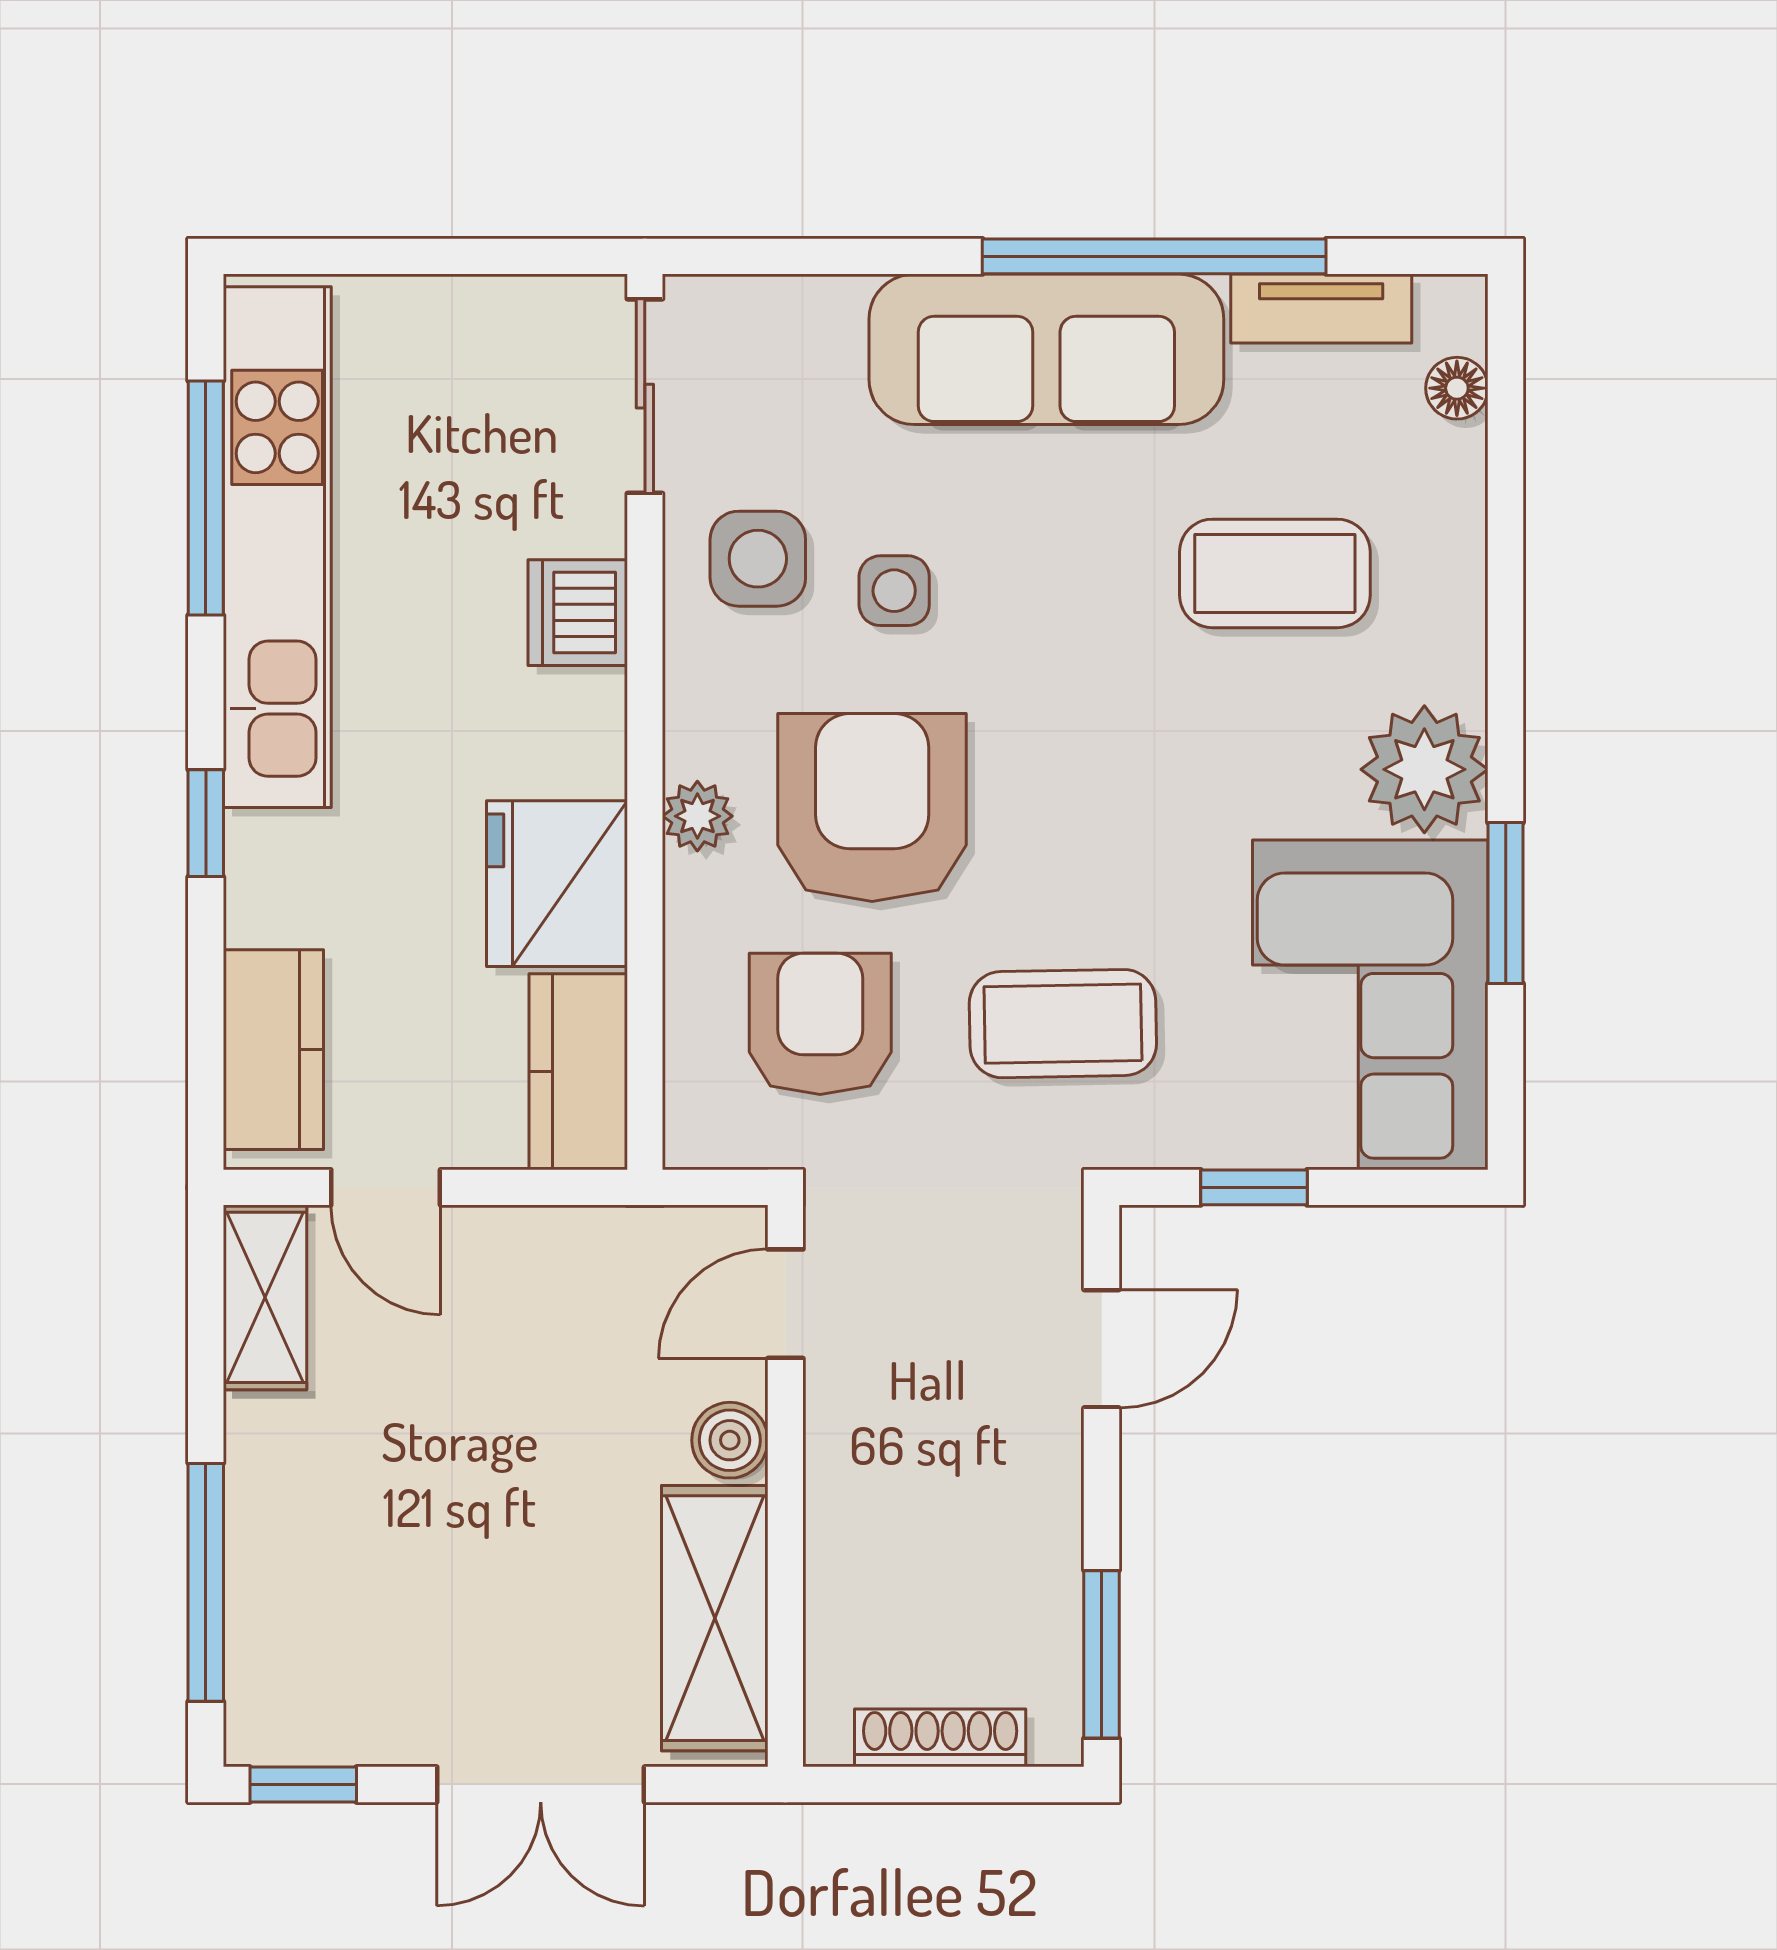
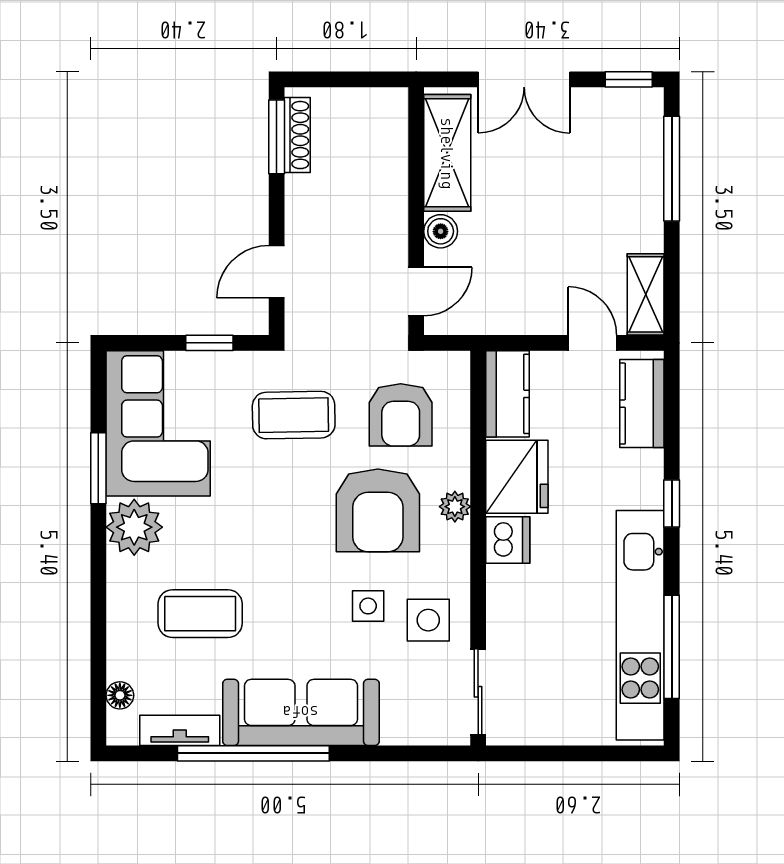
dishwasher: (578, 613) -> (508, 540), moved
shoe rack: (940, 1738) -> (297, 135), moved, turned -90
double door: (541, 1784) -> (524, 79), swing flipped

